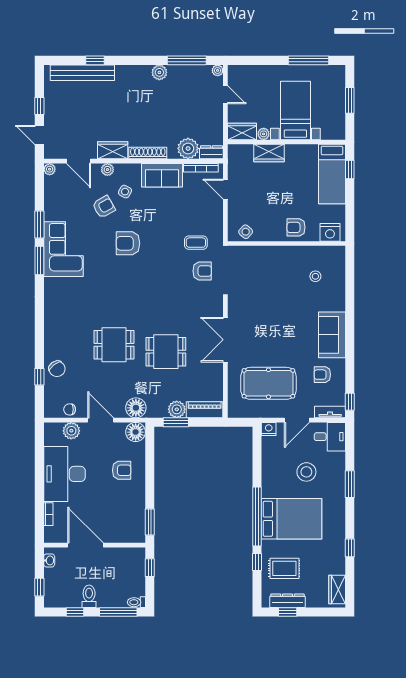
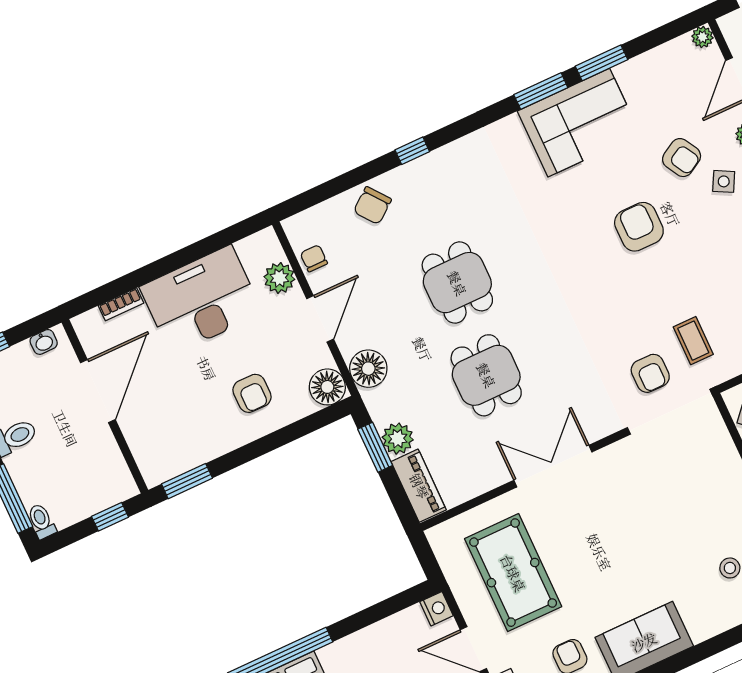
window: (39, 377) -> (412, 151), moved

